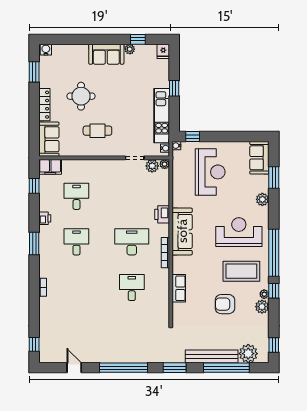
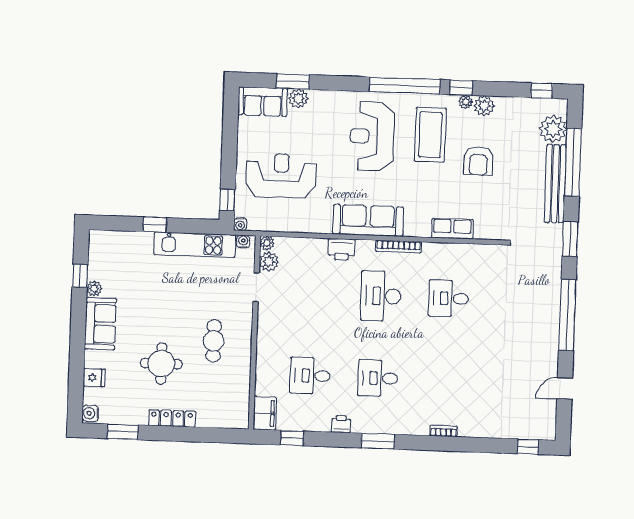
fridge: (163, 51) -> (94, 378), moved
sofa: (49, 139) -> (224, 414), removed
plant: (262, 199) -> (298, 98), moved

